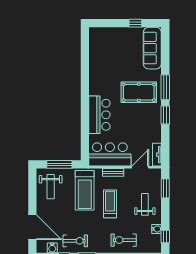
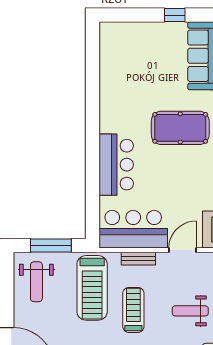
weight bench: (145, 204) -> (190, 311), turned -90

